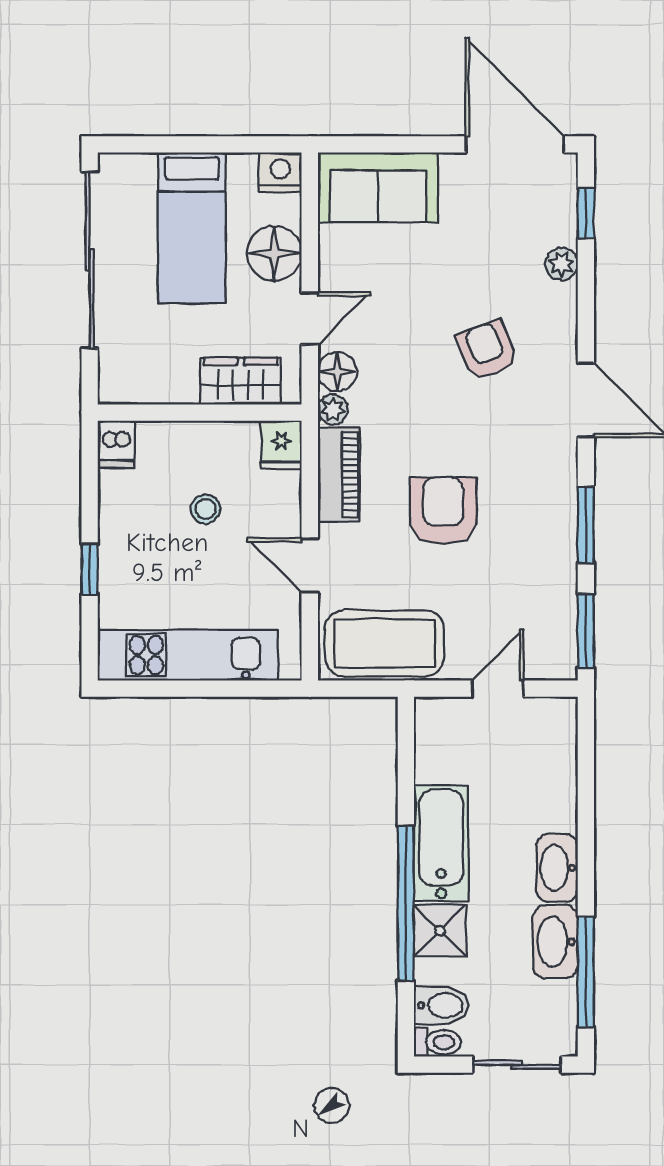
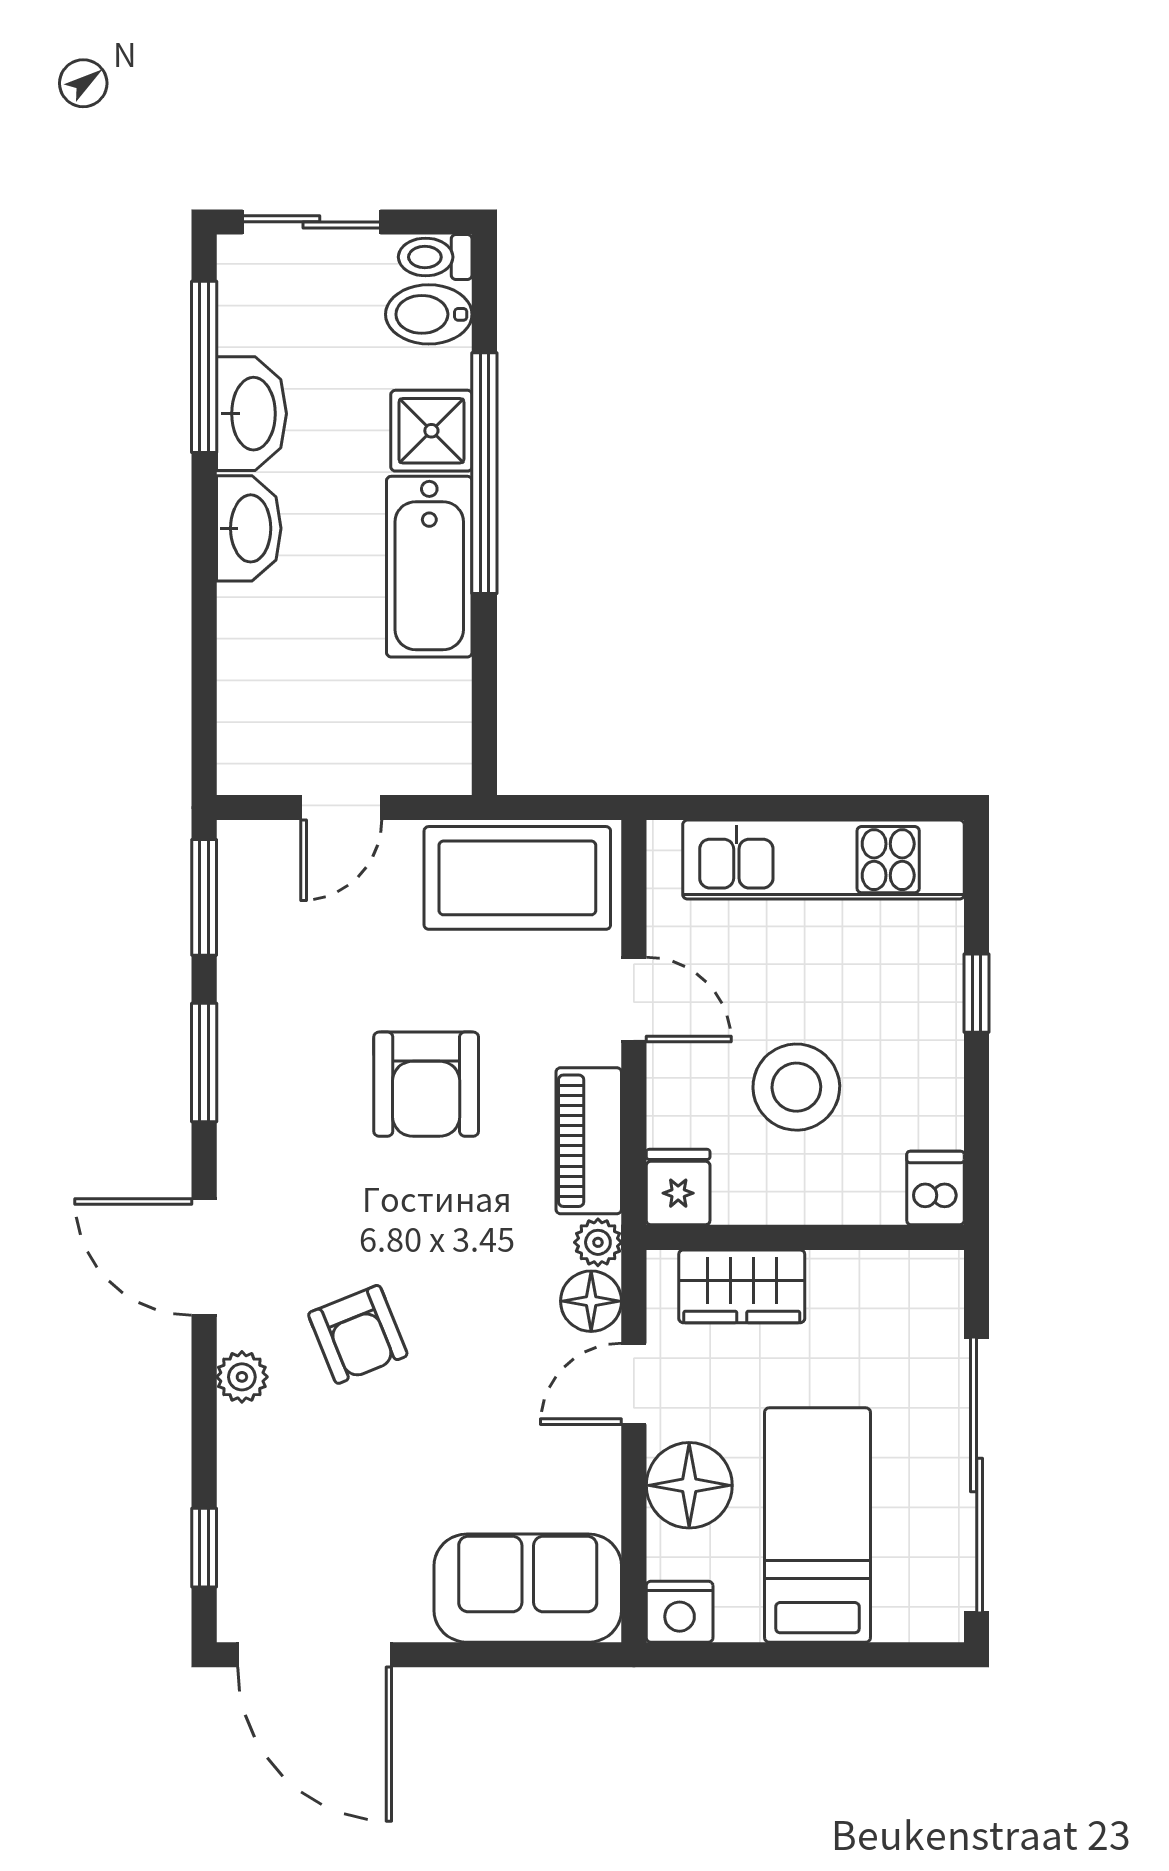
plant: (561, 264) -> (242, 1377), moved
stool: (205, 509) -> (796, 1087), width x1.89, depth x1.89

